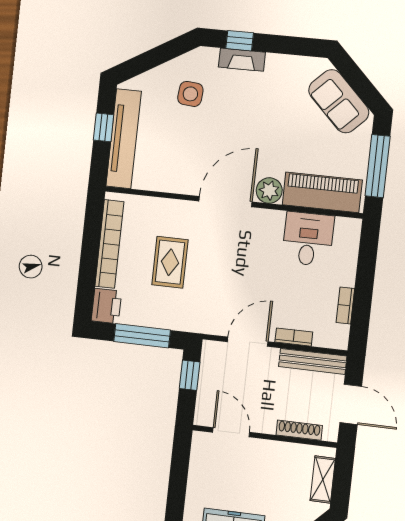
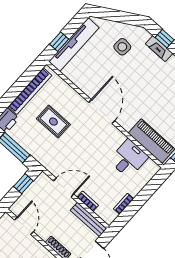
window: (104, 127) -> (59, 42), moved
plant: (269, 191) -> (127, 122), removed
door: (225, 202) -> (102, 112), hinge flipped
rug: (170, 262) -> (53, 122), turned 90

